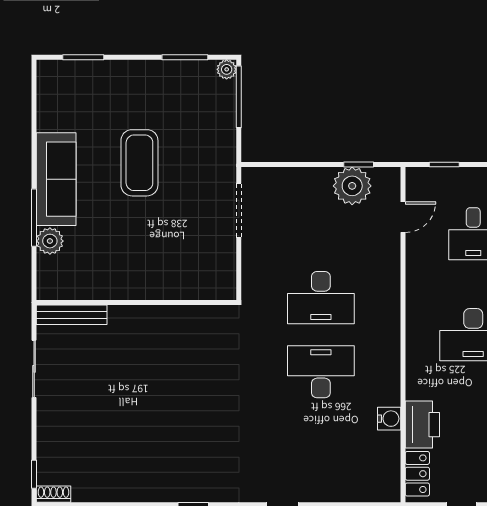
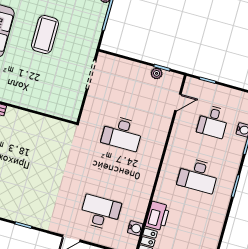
plant: (352, 186) -> (157, 73), width x0.53, depth x0.53
desk: (321, 372) -> (100, 212), moved
water cooler: (389, 419) -> (135, 228), moved

